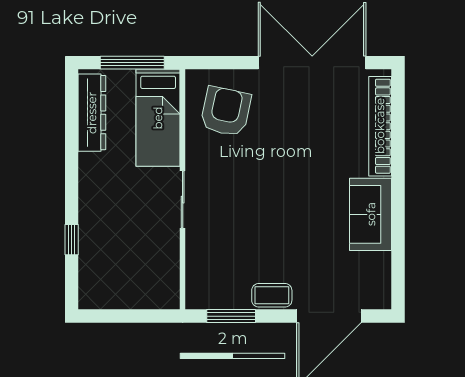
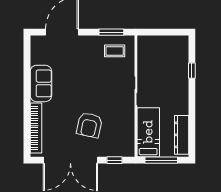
window: (225, 63) -> (114, 160), added
armchair: (226, 111) -> (89, 125), moved
coffee table: (272, 295) -> (115, 51), moved

